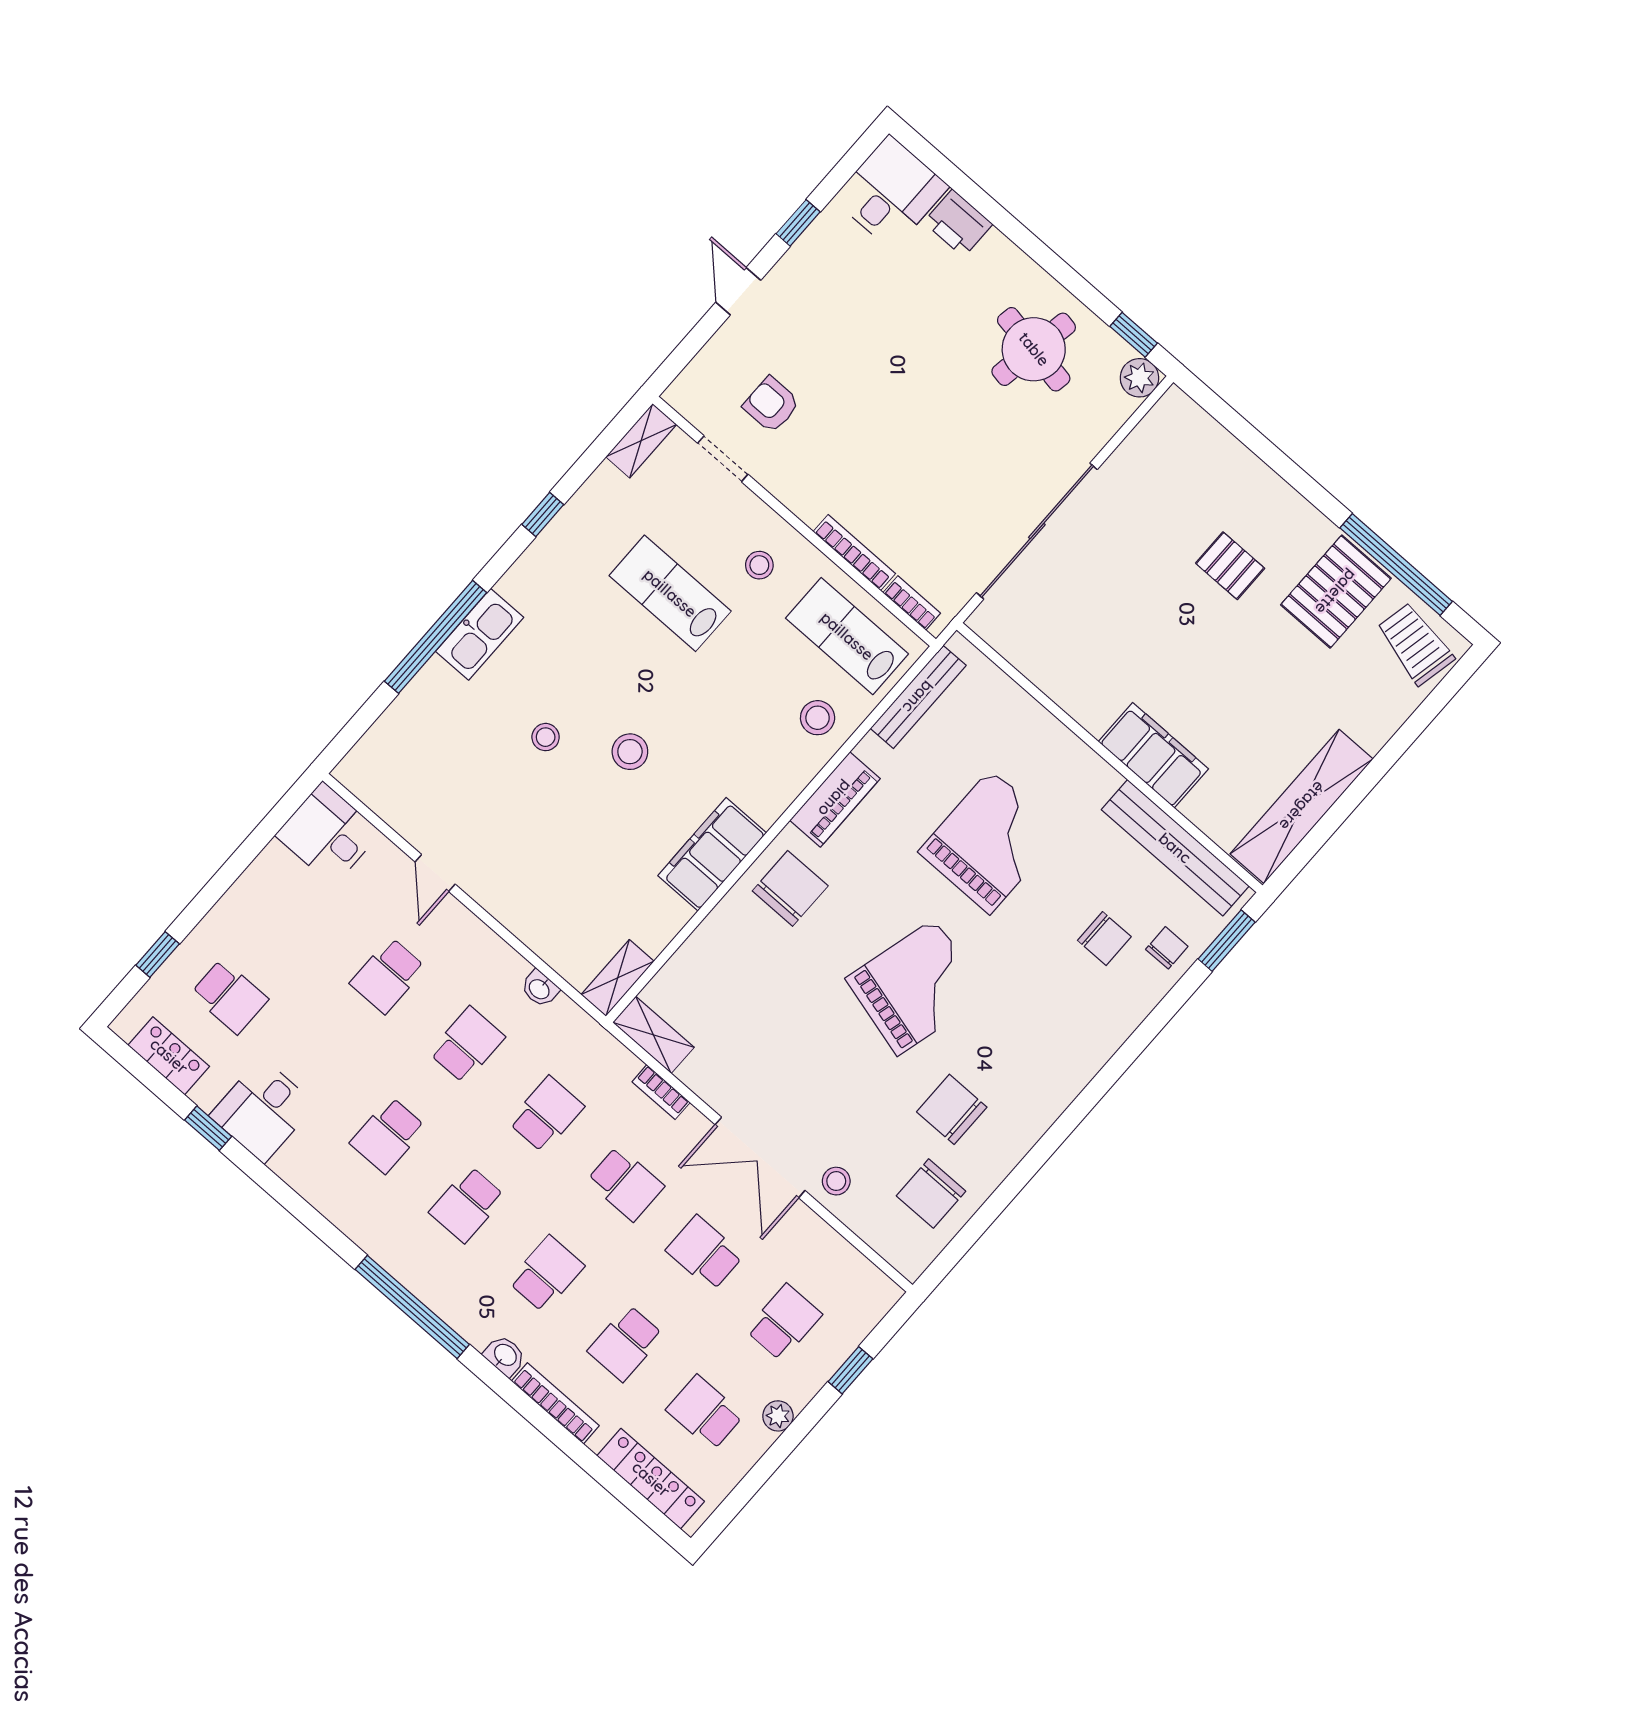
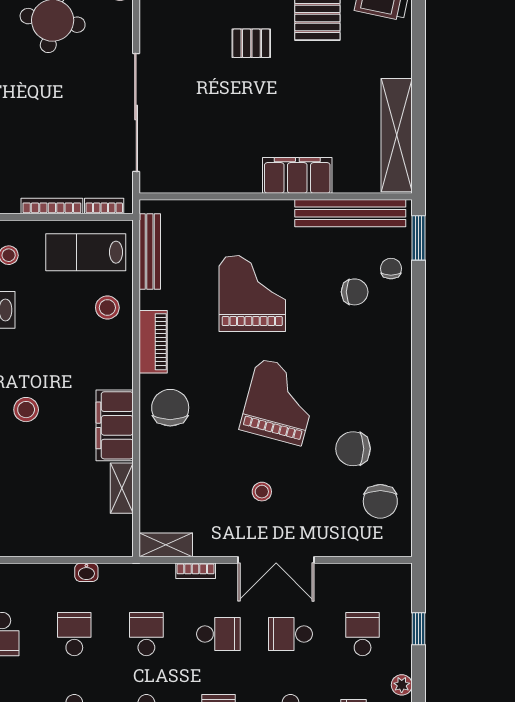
shelving: (618, 978) -> (122, 488), moved
stool: (836, 1181) -> (262, 492), moved

